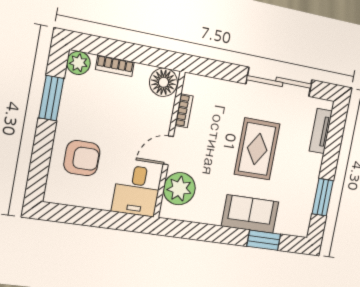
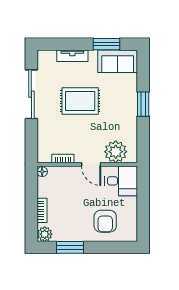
floor lamp: (163, 82) -> (42, 172), width x0.53, depth x0.53
tv unit: (321, 131) -> (72, 56), moved
armchair: (82, 158) -> (105, 221), turned 180
sofa: (250, 214) -> (118, 61), moved, turned -90
window: (264, 240) -> (143, 104), moved

